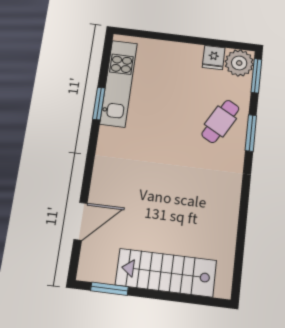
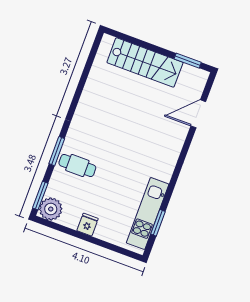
fridge: (214, 58) -> (88, 225), moved
window: (99, 104) -> (158, 223), moved
cafe table: (220, 121) -> (77, 166), turned 61

